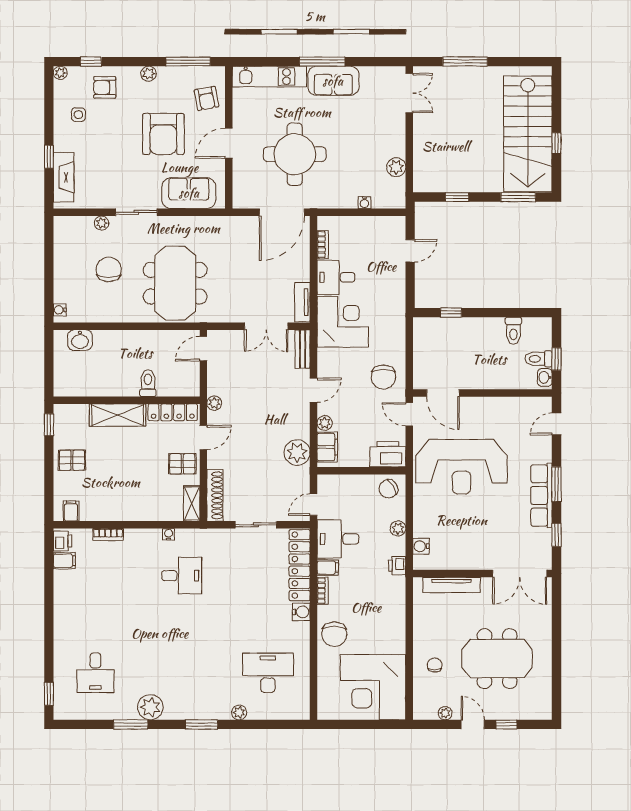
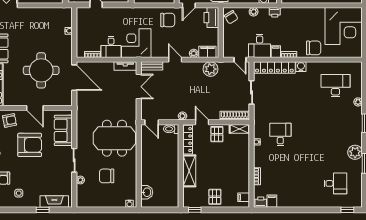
plant: (396, 167) -> (49, 13), removed
toilet: (148, 383) -> (171, 129), moved
desk: (268, 673) -> (335, 86), turned 90

